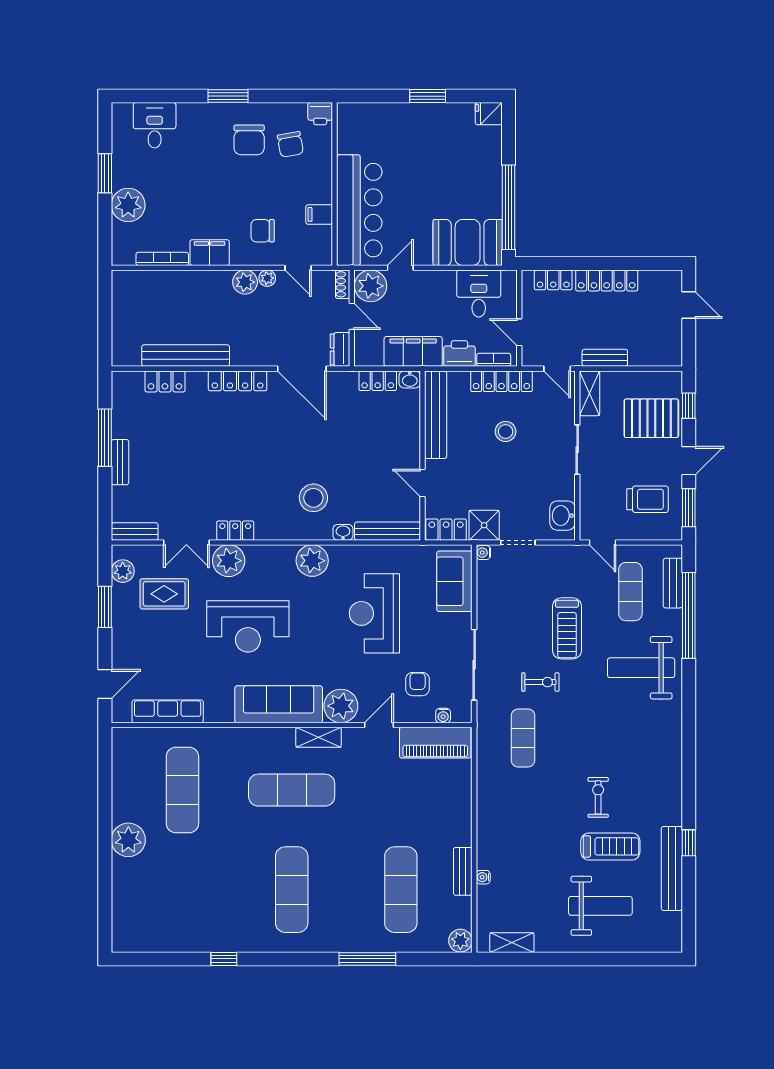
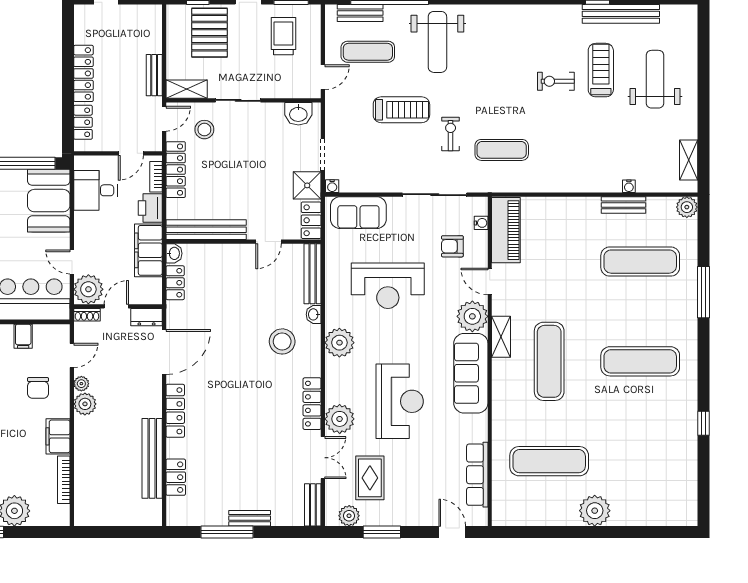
stool: (506, 431) -> (204, 130), moved
locker: (235, 531) -> (312, 404), width x1.53

